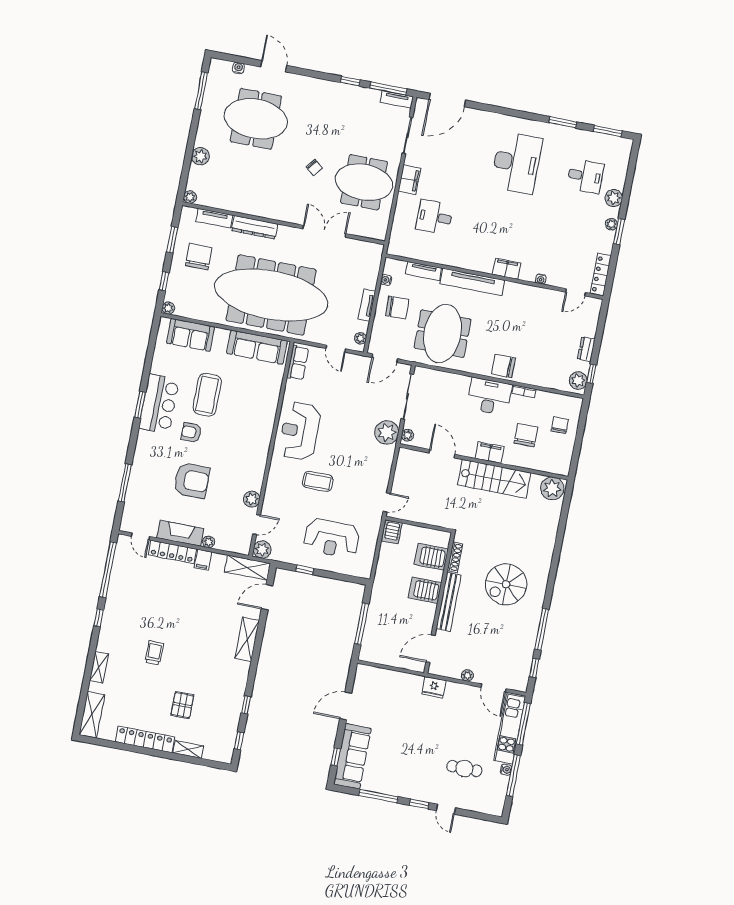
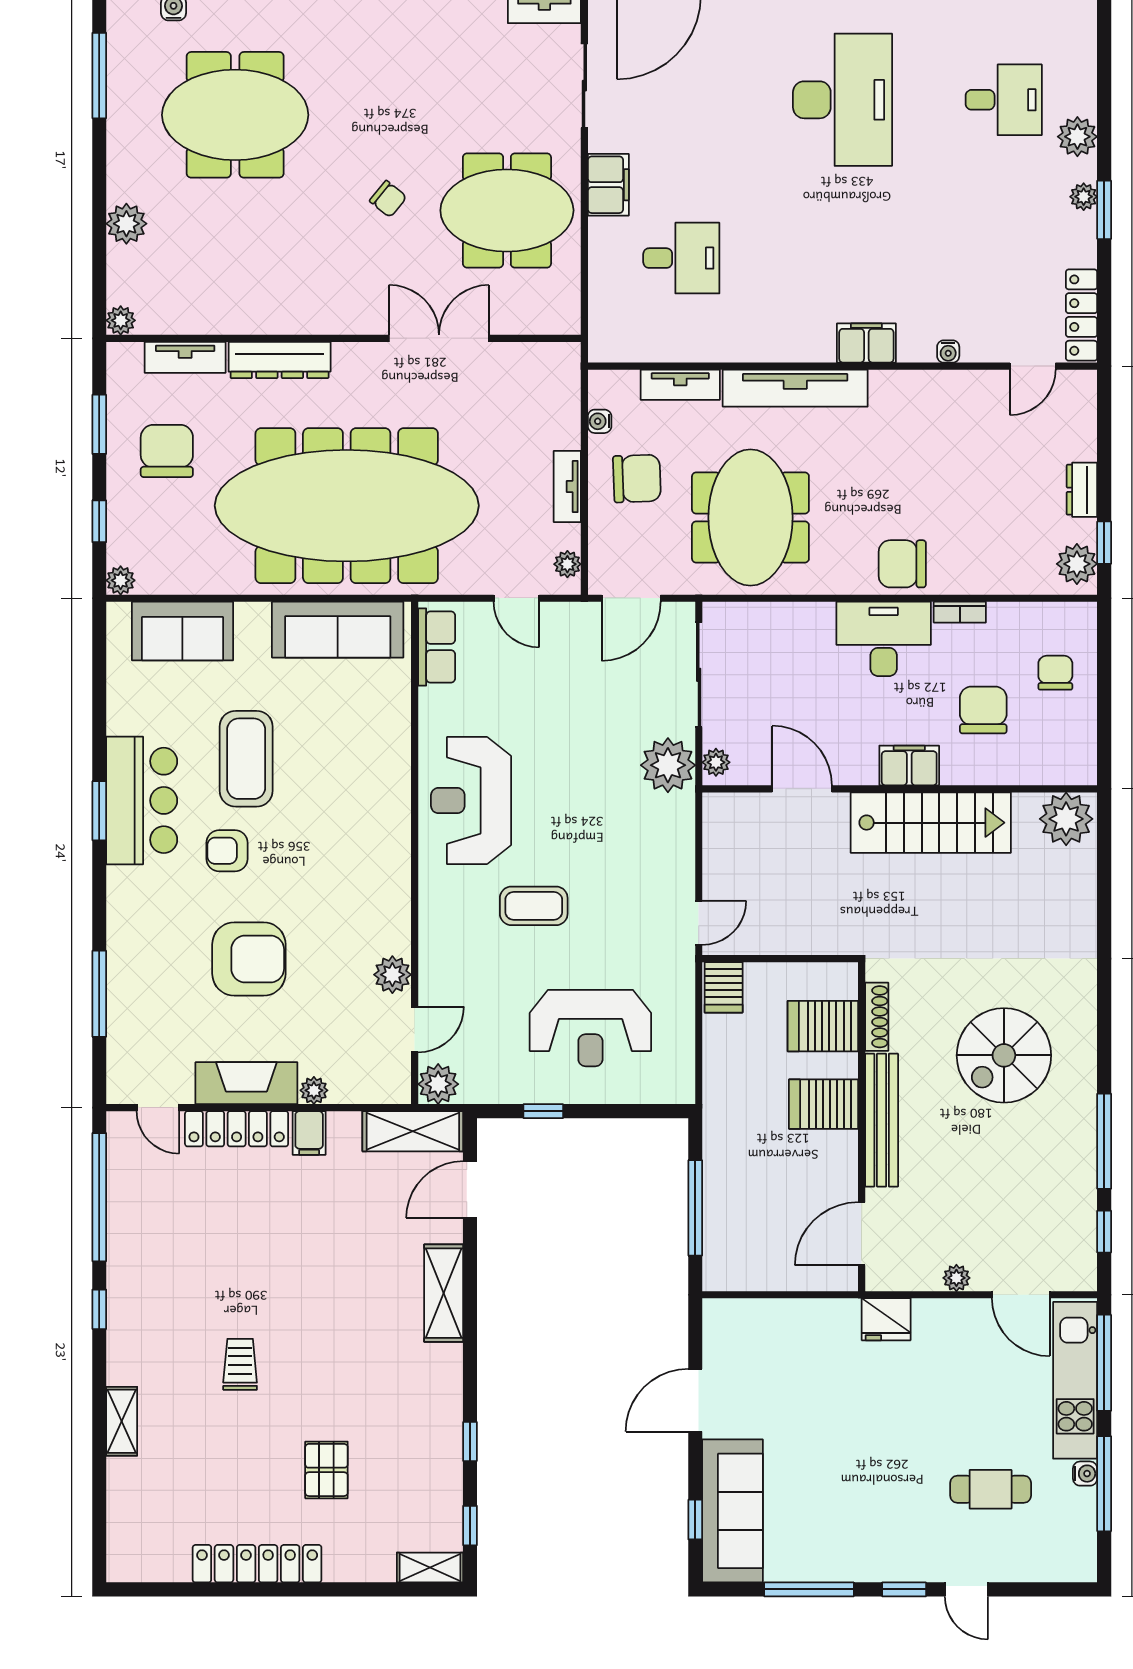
desk: (435, 217) -> (681, 258), turned 180
shelving: (92, 715) -> (127, 1531), removed
shelving: (188, 749) -> (430, 1567), moved

